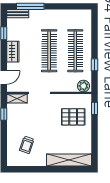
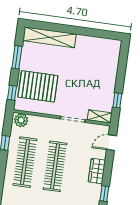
pallet: (73, 117) -> (38, 86), width x1.37, depth x1.41
window: (94, 139) -> (17, 57), added
trolley: (27, 145) -> (96, 62), removed

